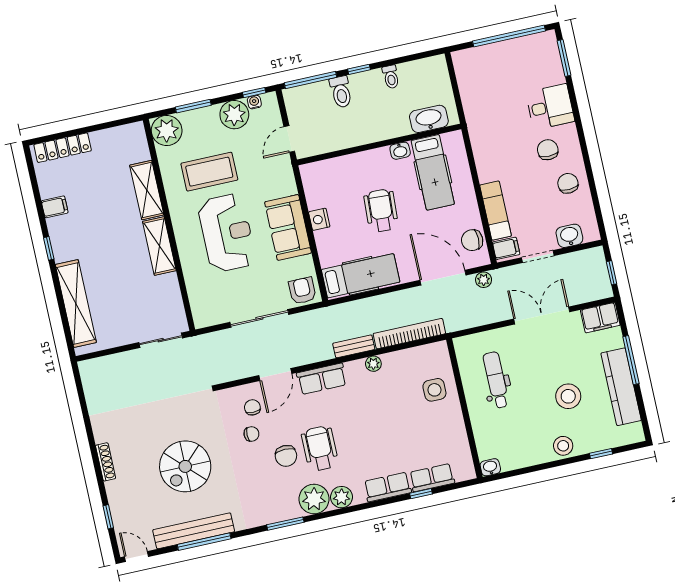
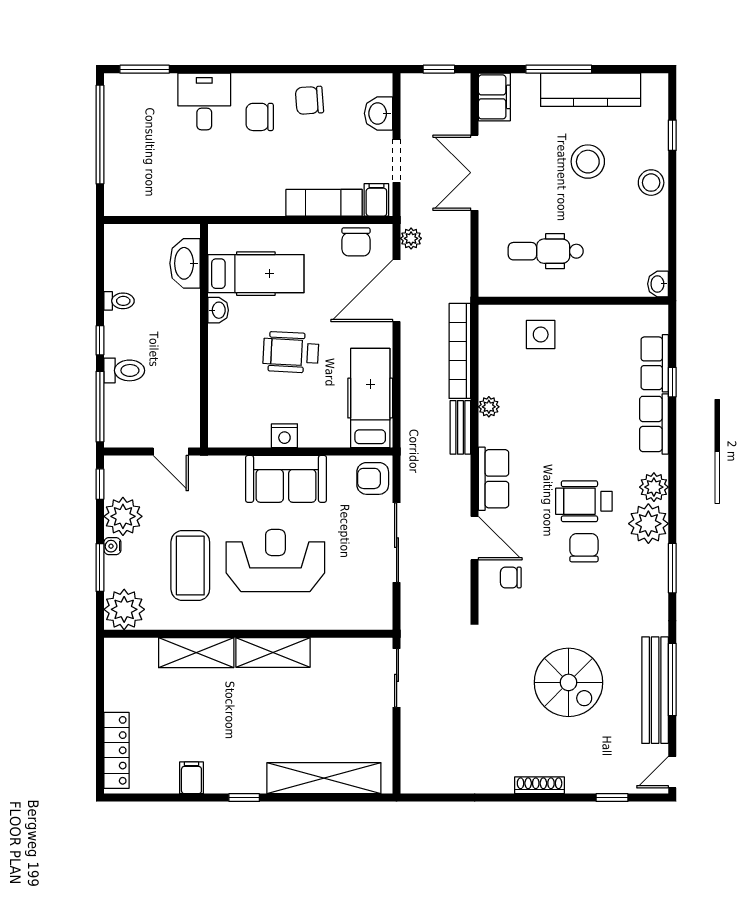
water cooler: (254, 102) -> (112, 546), moved
chair: (251, 434) -> (545, 586), removed
chair: (286, 456) -> (584, 548), turned -90

